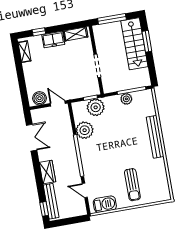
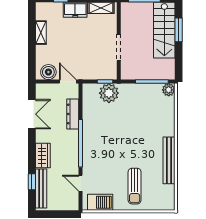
shelving: (24, 52) -> (41, 33), moved
plant: (126, 99) -> (169, 90), moved
plant: (85, 130) -> (92, 116), removed
dresser: (67, 131) -> (73, 114), added
bench: (155, 137) -> (169, 160), moved
window: (44, 209) -> (32, 182), moved

